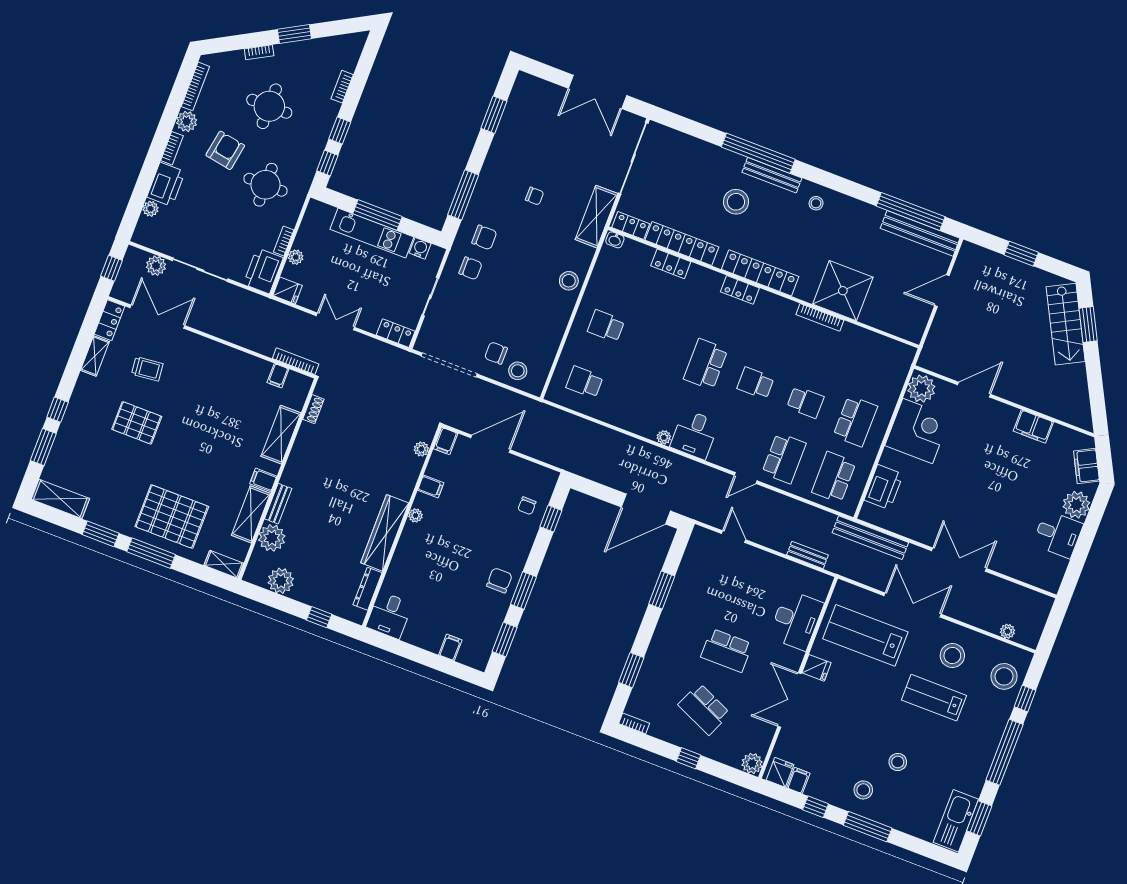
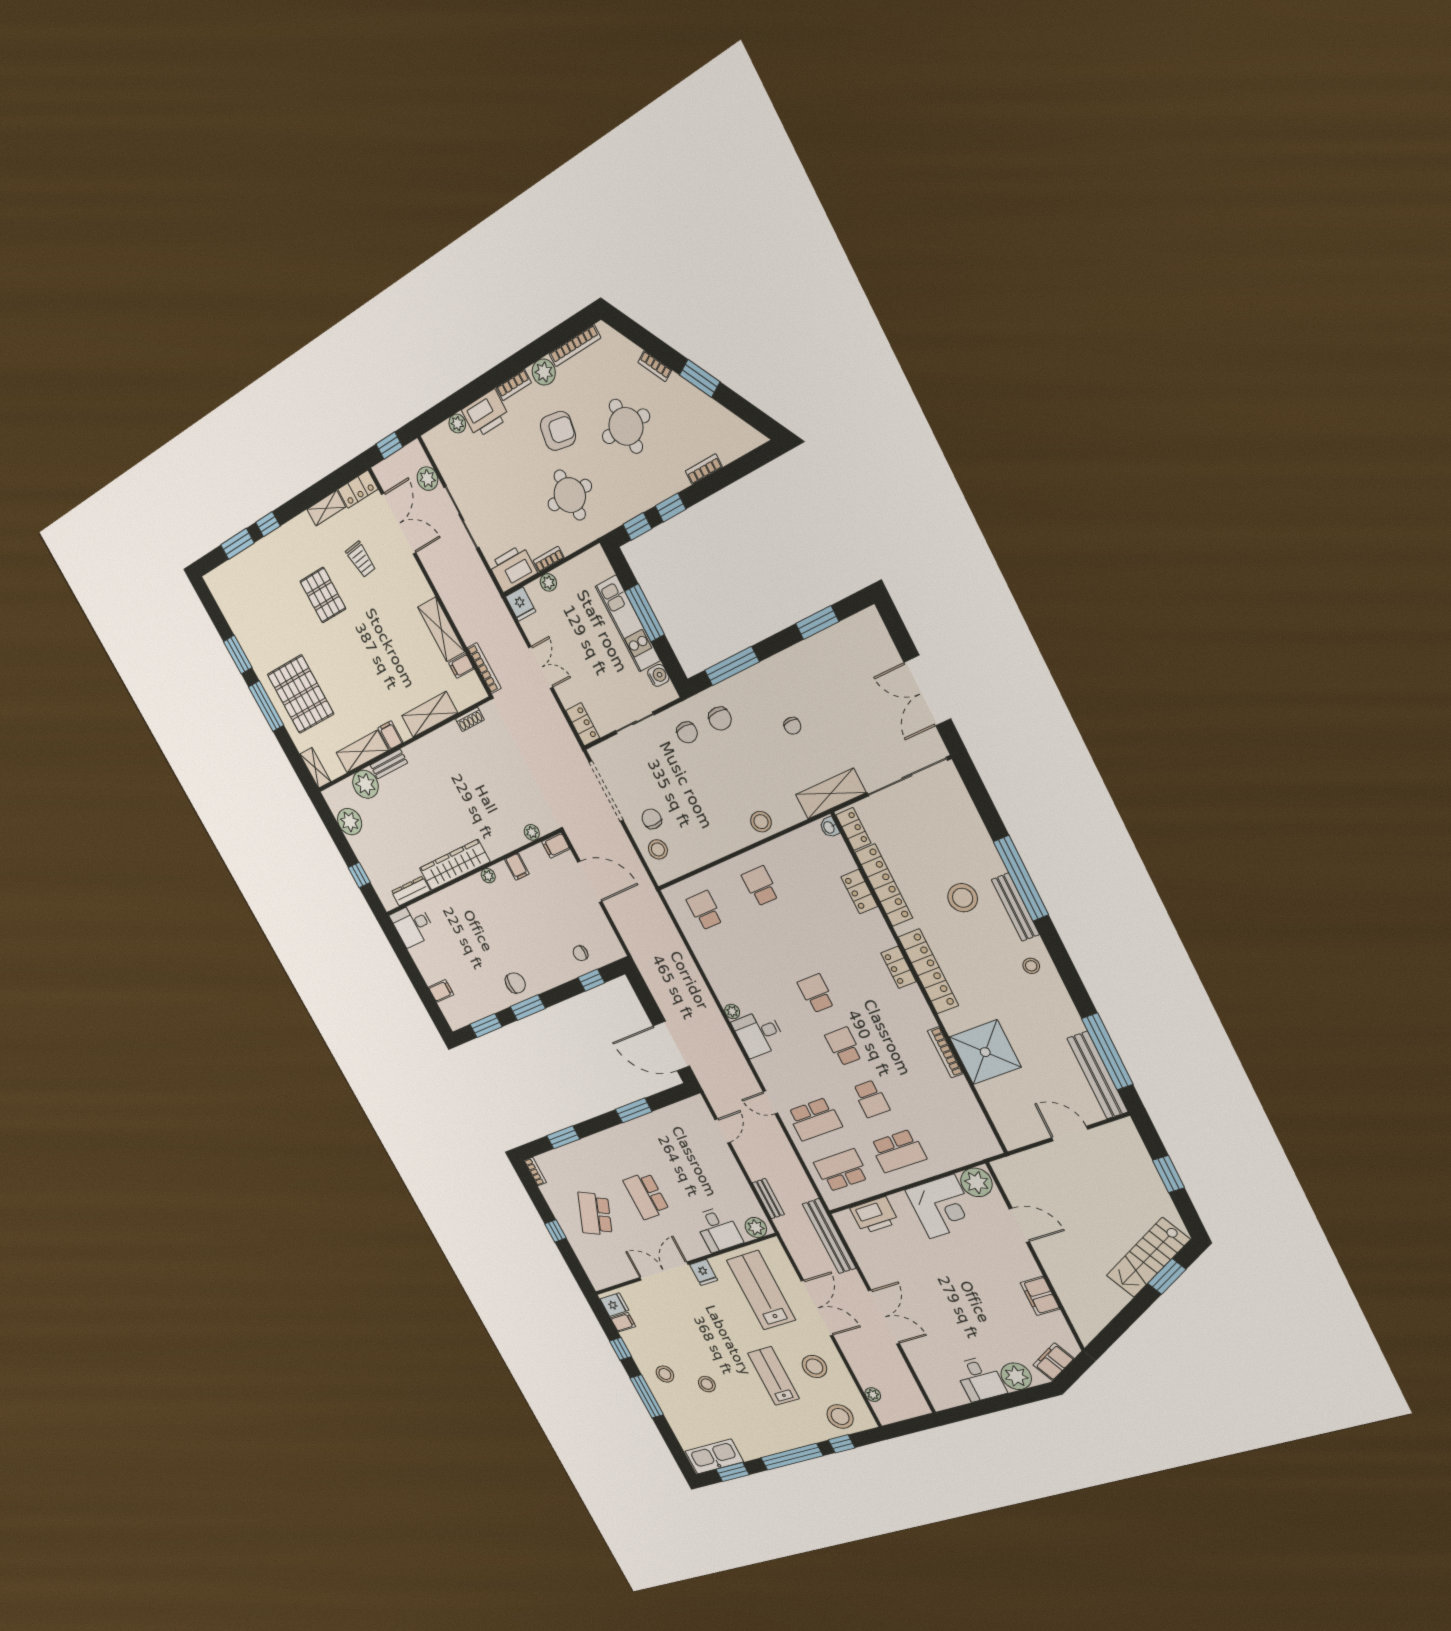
school desk: (706, 364) -> (816, 993), width x0.54
shelving: (60, 499) -> (441, 629), moved
desk: (796, 620) -> (718, 1229), width x0.73
plant: (752, 763) -> (756, 1227), moved

